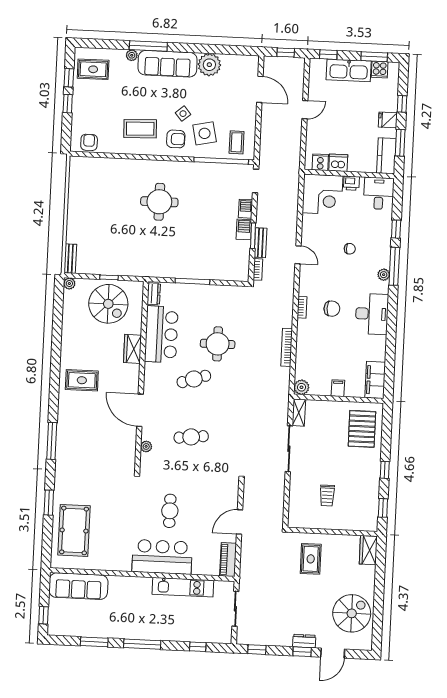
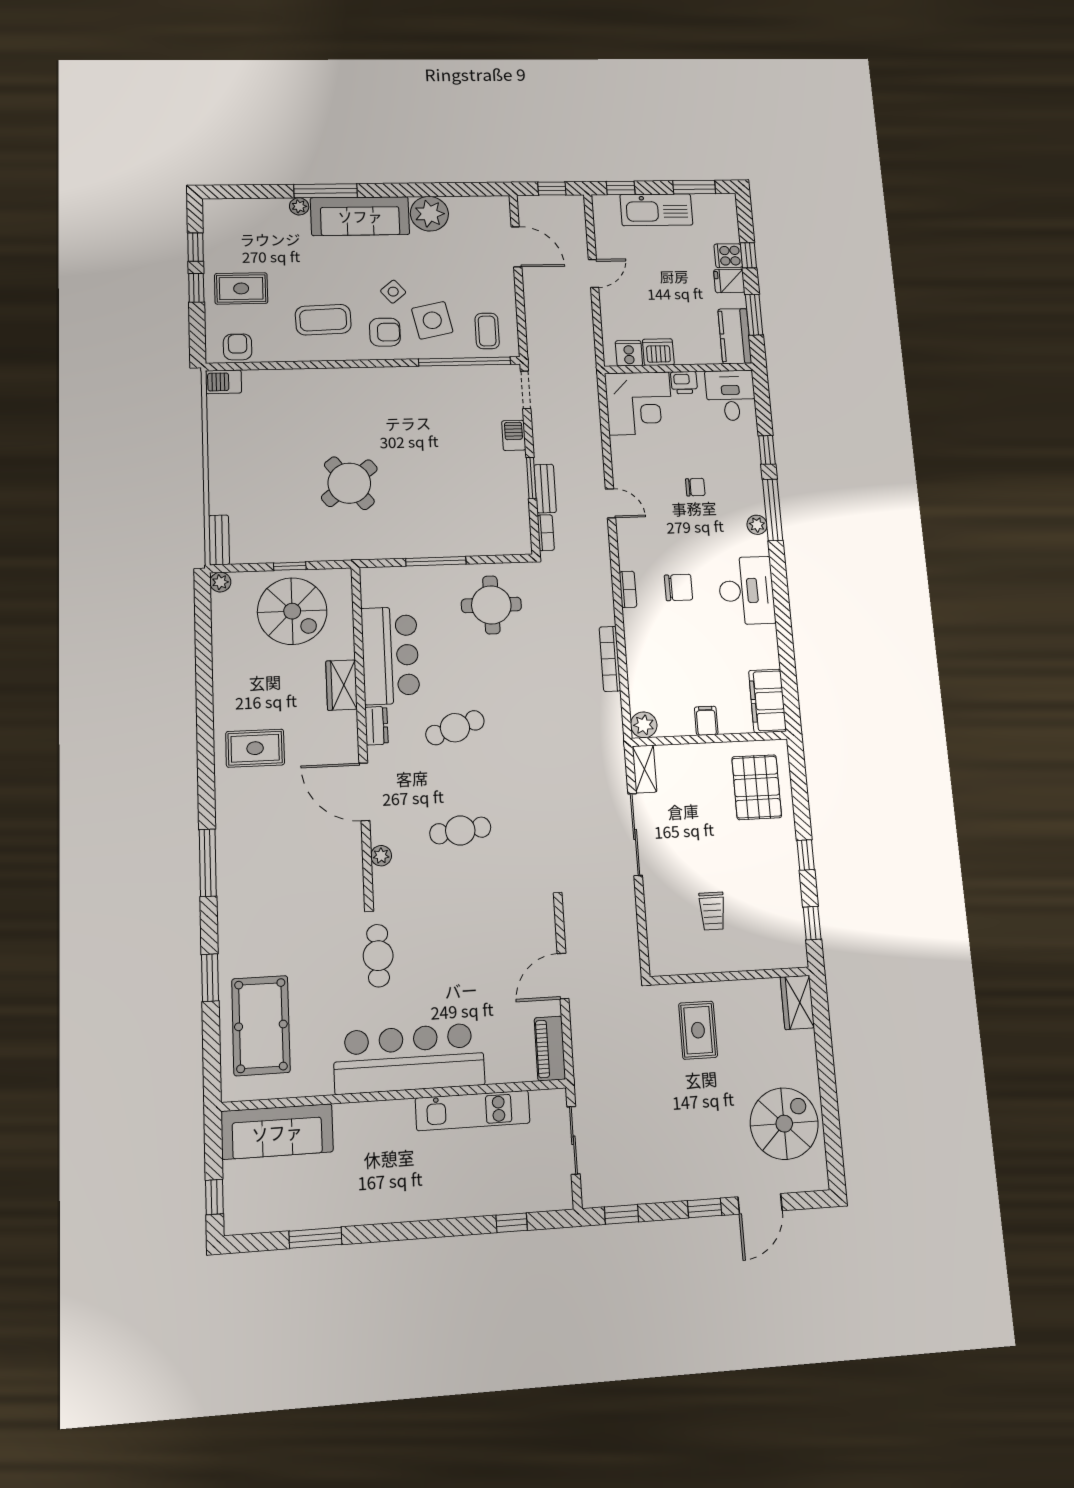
rug: (93, 69) -> (241, 288), moved
cooker: (380, 70) -> (728, 256), moved, turned 90
round table: (159, 202) -> (349, 483), moved, turned -38
barbecue: (244, 229) -> (224, 382), moved, turned -90
dresser: (154, 294) -> (376, 726), moved
round table: (218, 344) -> (491, 605), moved
cafe table: (170, 511) -> (378, 956), moved
bar counter: (162, 557) -> (409, 1058), width x1.36
dresser: (304, 641) -> (706, 1187), removed
window: (142, 644) -> (407, 1231), removed

